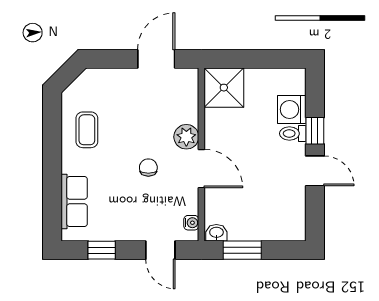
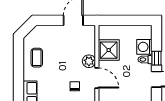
shower: (224, 88) -> (109, 50), moved
chair: (148, 168) -> (75, 86), moved

